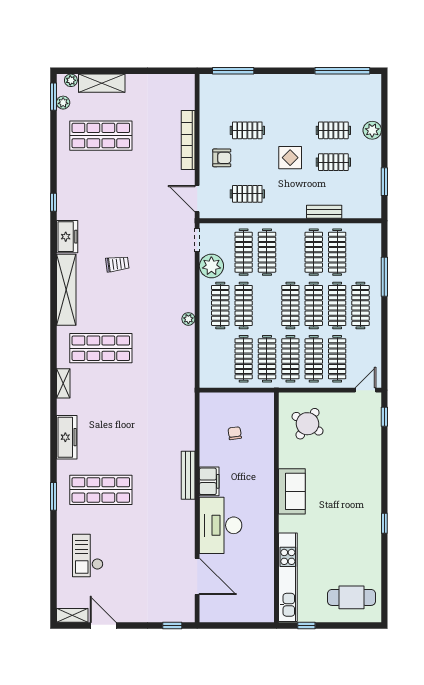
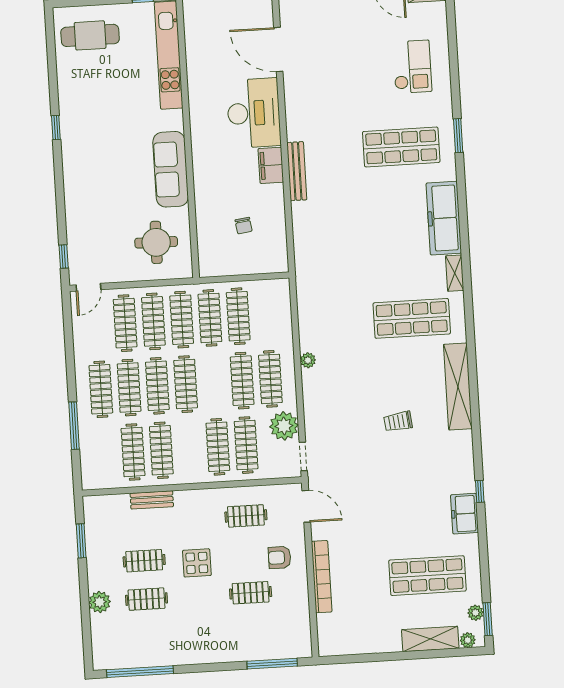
freezer: (67, 237) -> (465, 514), moved
round table: (307, 424) -> (156, 242), turned -32
freezer: (67, 437) -> (444, 218), width x1.36, depth x1.26
sofa: (292, 491) -> (171, 169), width x1.36

